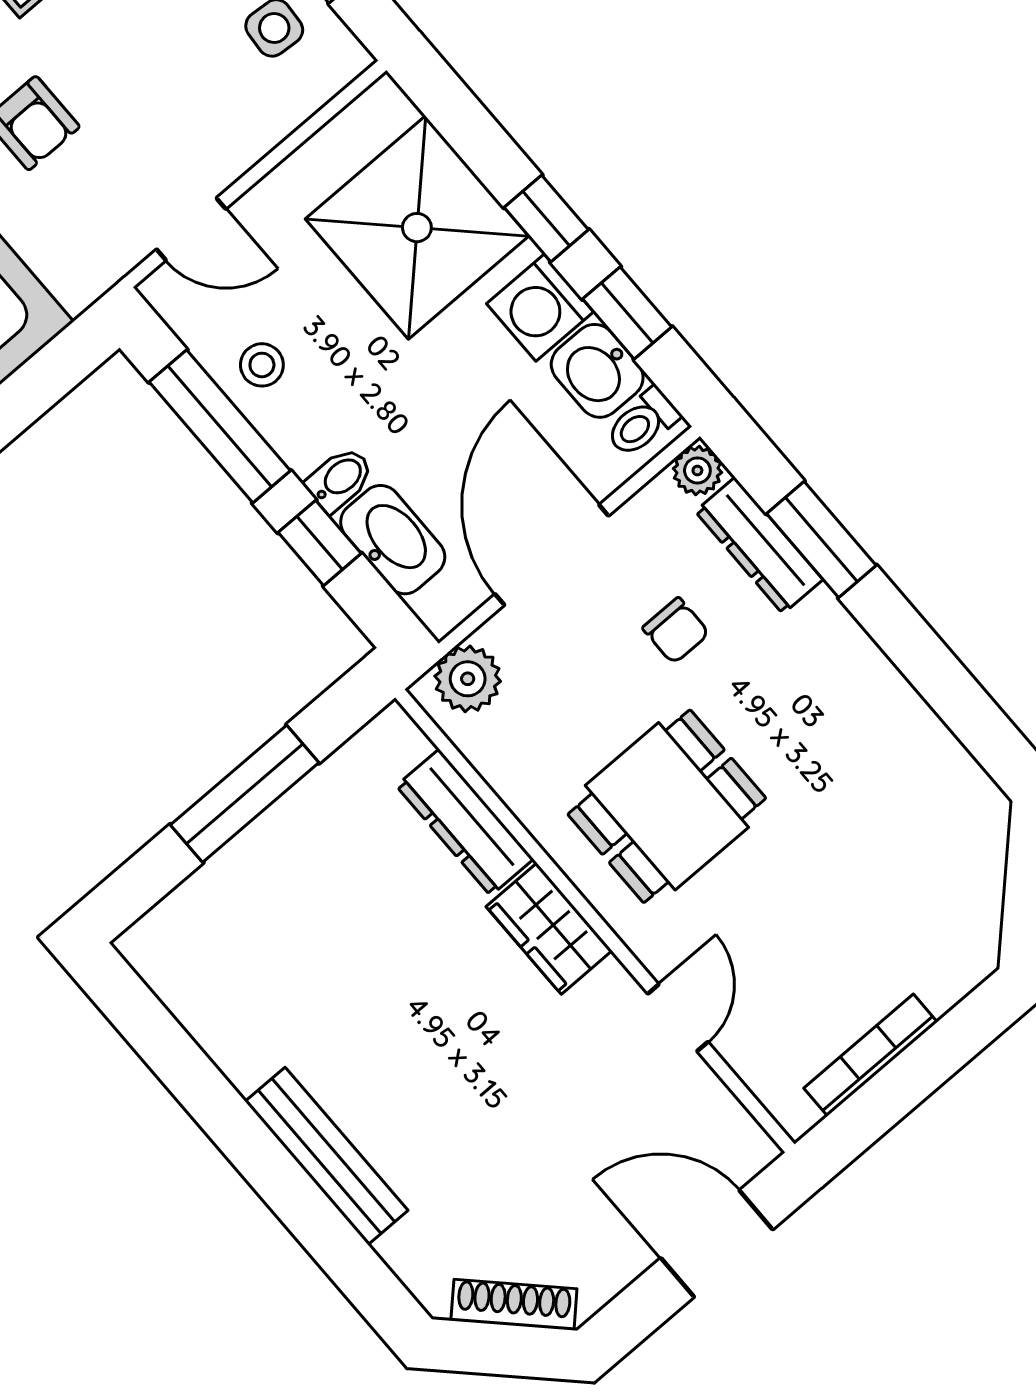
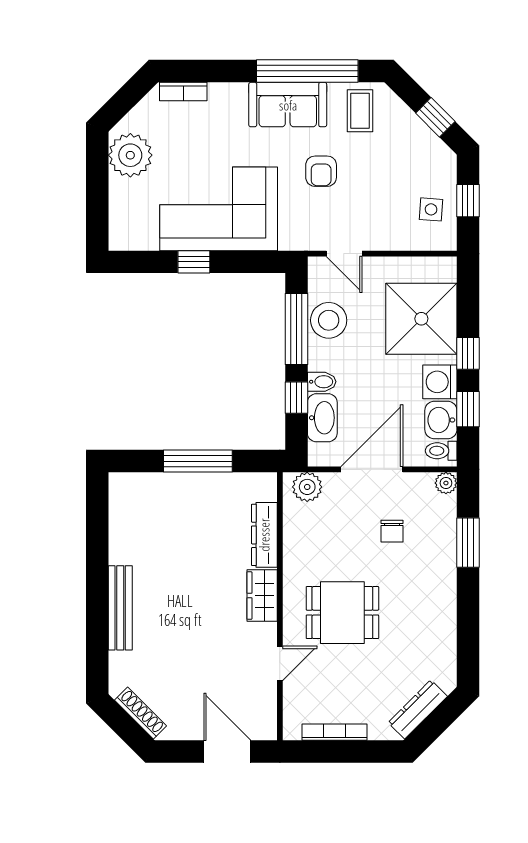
stool: (262, 365) -> (329, 320), width x1.89, depth x1.89
dresser: (759, 545) -> (418, 709), moved, turned 45
dining table: (667, 806) -> (342, 613), moved

